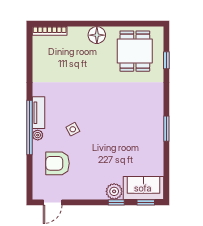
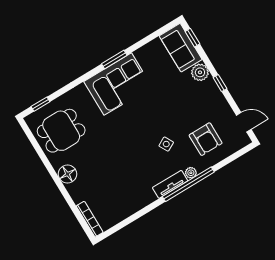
window: (166, 60) -> (40, 104), moved
corner sofa: (145, 119) -> (118, 84), added
window: (116, 202) -> (220, 83), moved

